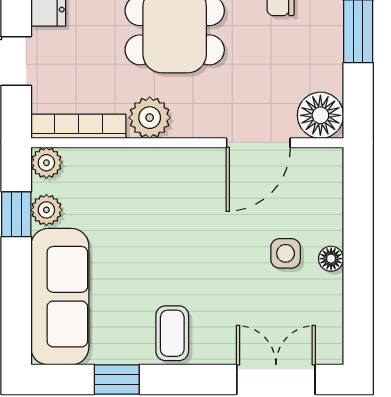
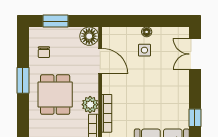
bookcase: (128, 159) -> (107, 113), added
coffee table: (172, 333) -> (176, 96), removed

